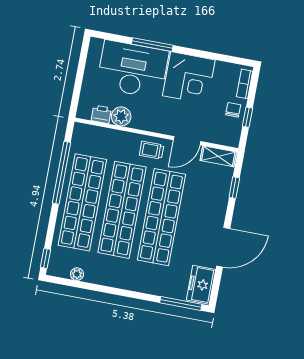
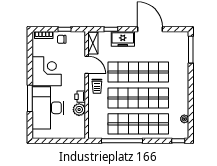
printer: (101, 114) -> (80, 97), moved
freezer: (201, 285) -> (123, 39), moved

